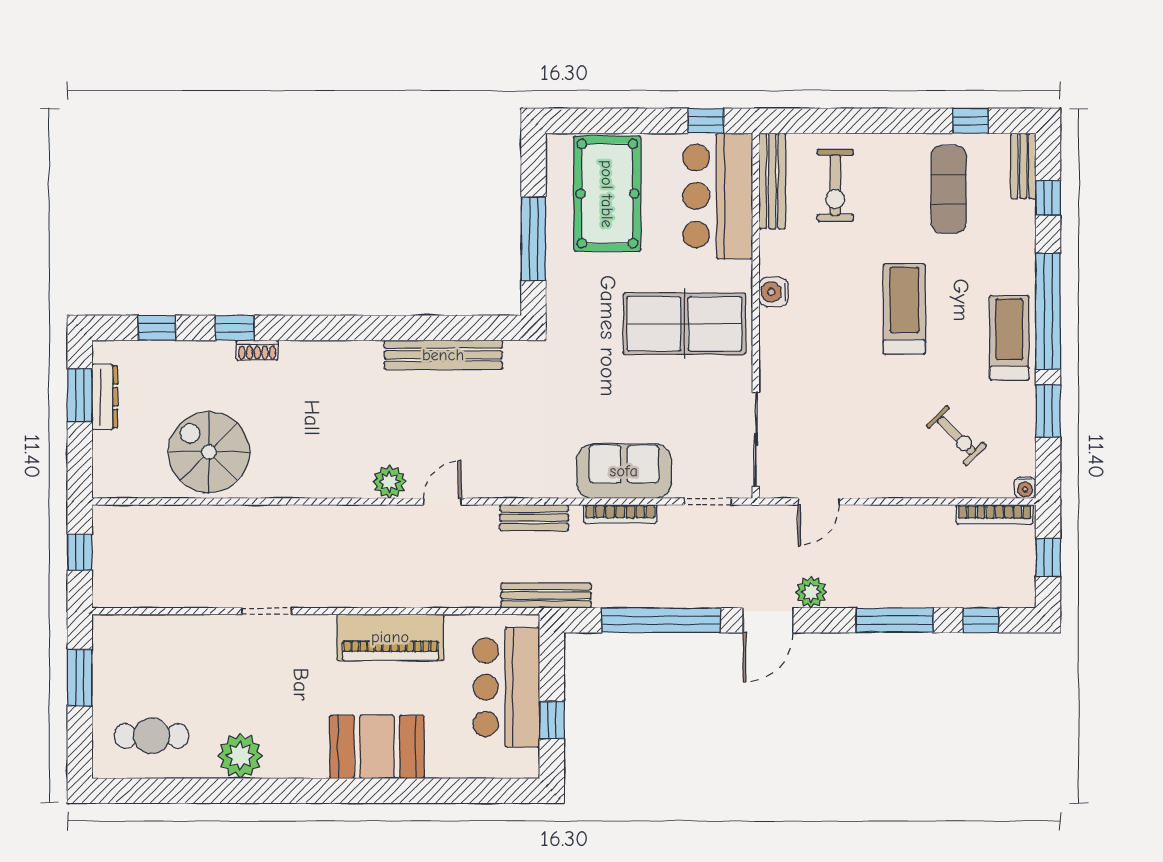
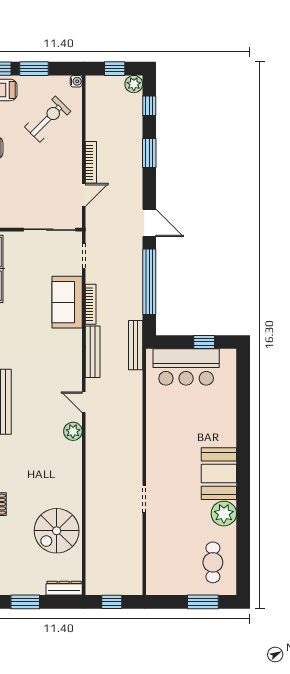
dresser: (105, 397) -> (64, 588), moved
exercise bike: (956, 436) -> (48, 119), width x1.38, depth x1.39
door: (819, 501) -> (84, 195), hinge flipped
bookcase: (995, 514) -> (91, 162), moved
bench: (534, 518) -> (93, 352), width x1.36
plant: (811, 592) -> (134, 84), moved
window: (895, 620) -> (149, 153), width x0.69
piano: (390, 637) -> (159, 431), removed
window: (80, 678) -> (203, 602), moved
booth: (377, 747) -> (219, 474), moved

